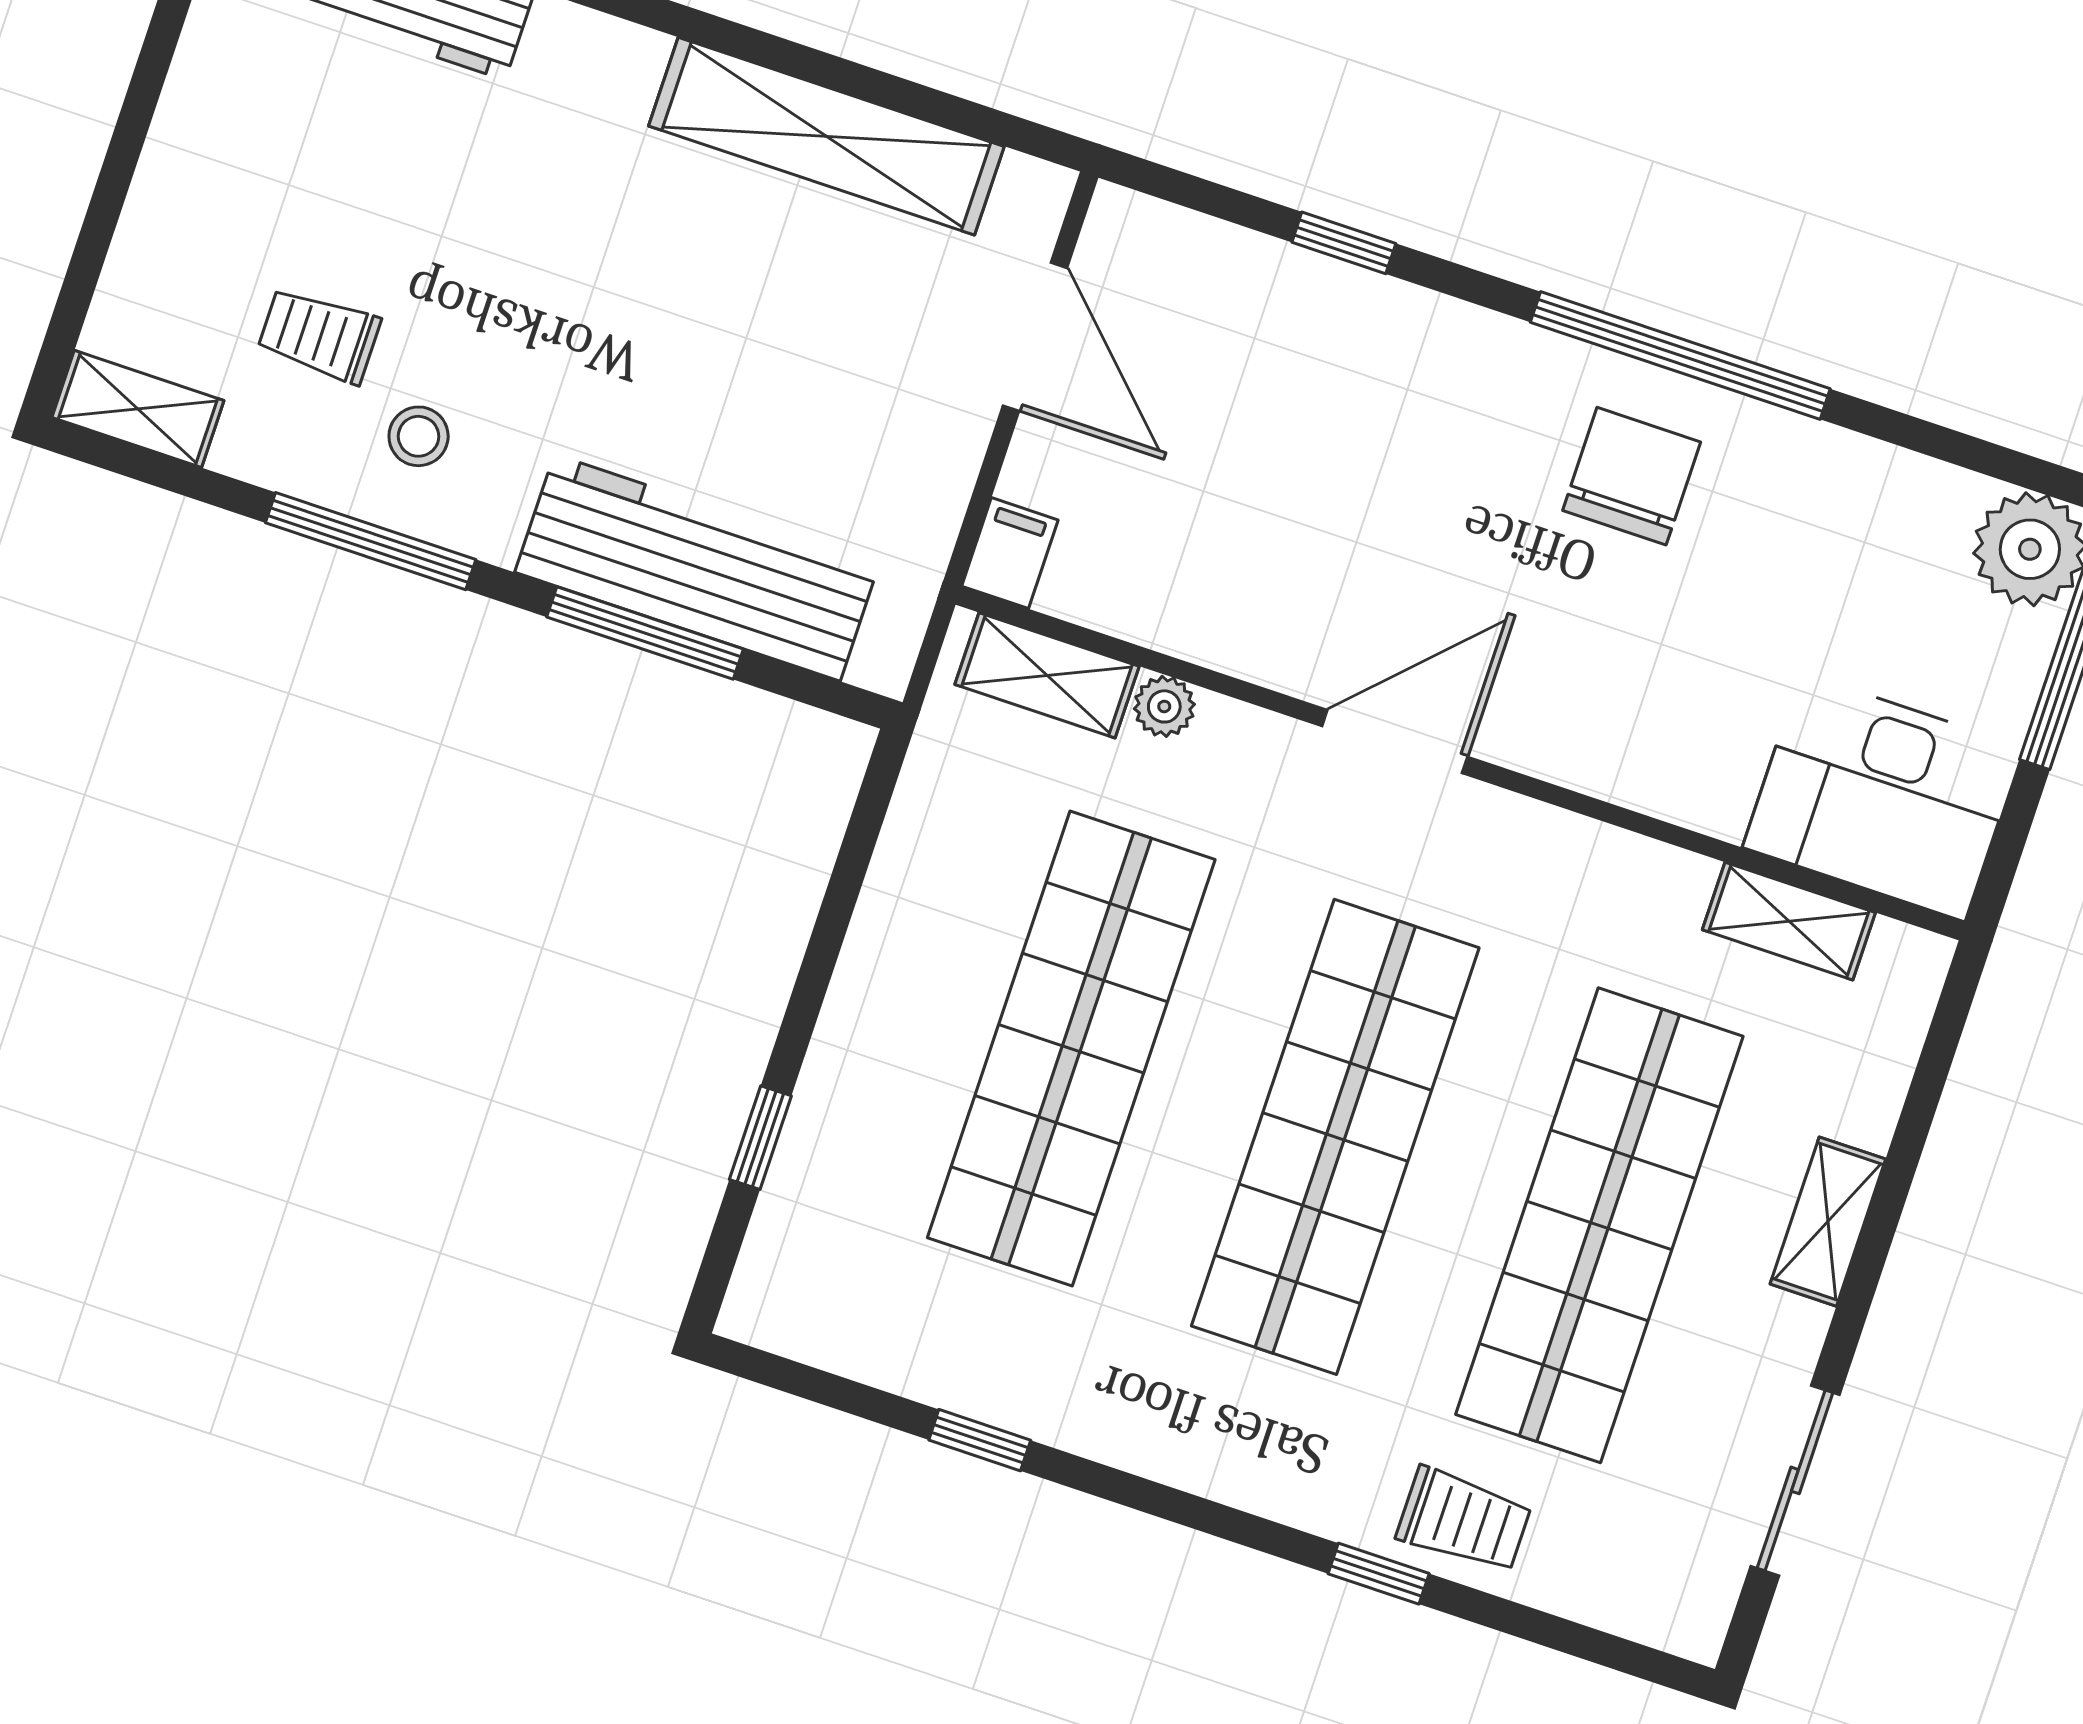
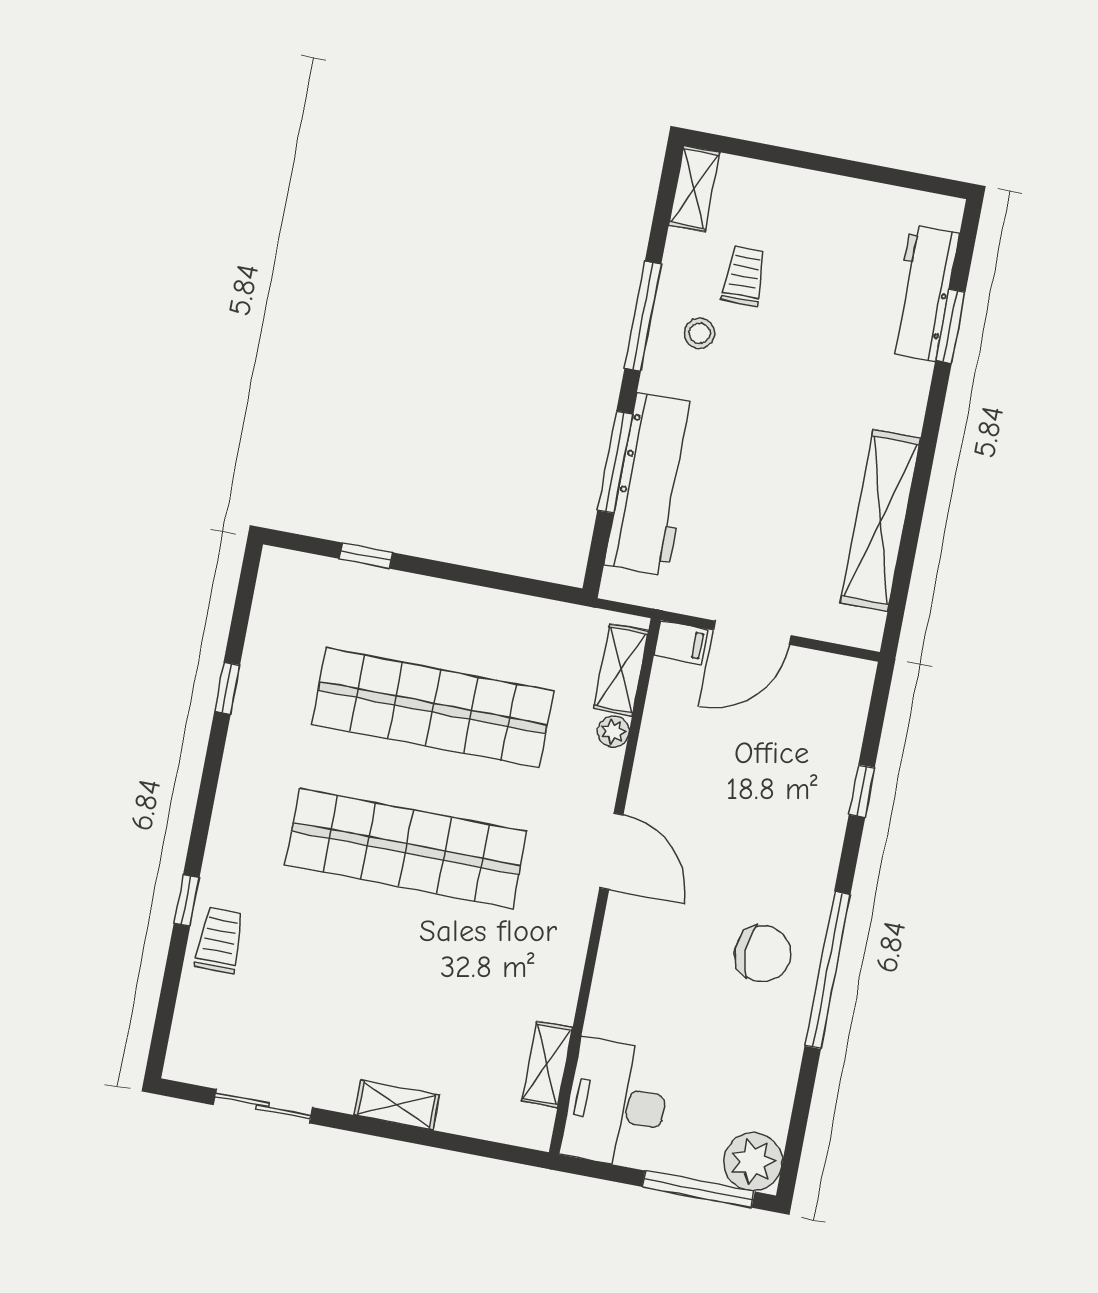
door: (1035, 337) -> (752, 633), moved
shop shelf: (1599, 1225) -> (379, 989), removed
trolley: (1464, 1520) -> (220, 940), turned 180

